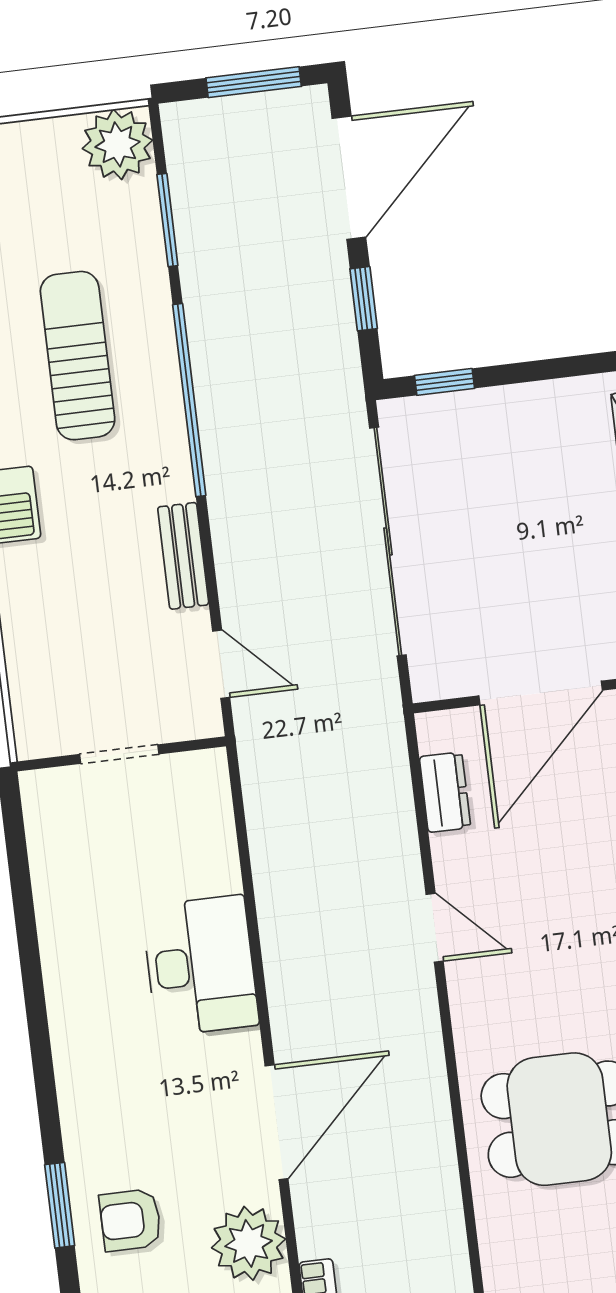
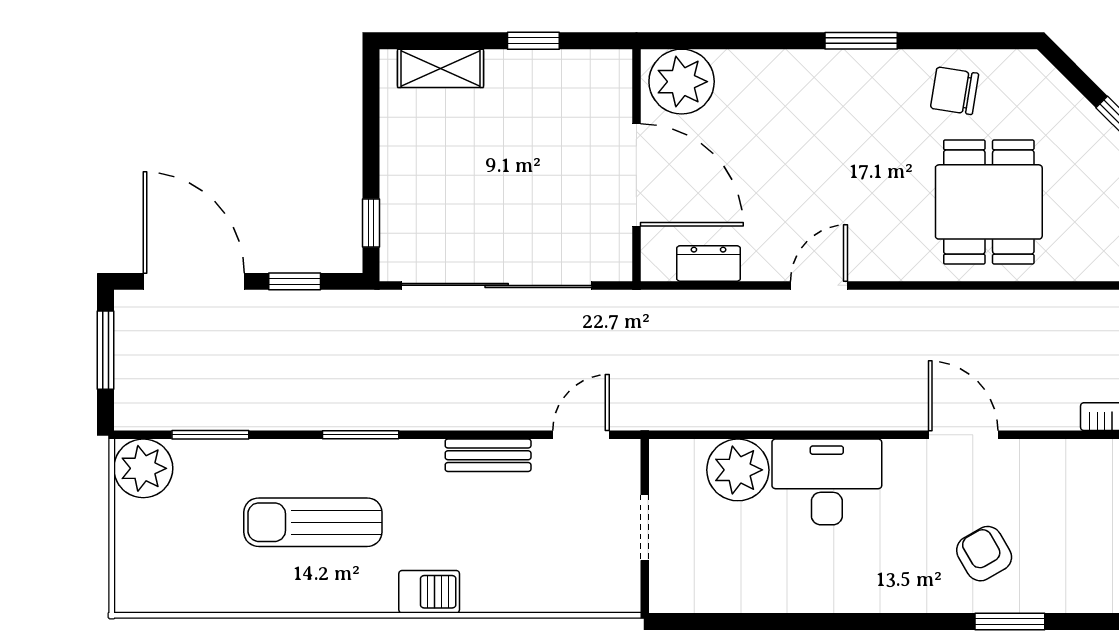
window: (189, 400) -> (361, 435), width x0.47
door: (277, 1122) -> (963, 435), width x0.73
armchair: (130, 1220) -> (984, 554), moved, turned 150
plant: (249, 1243) -> (738, 470), moved

